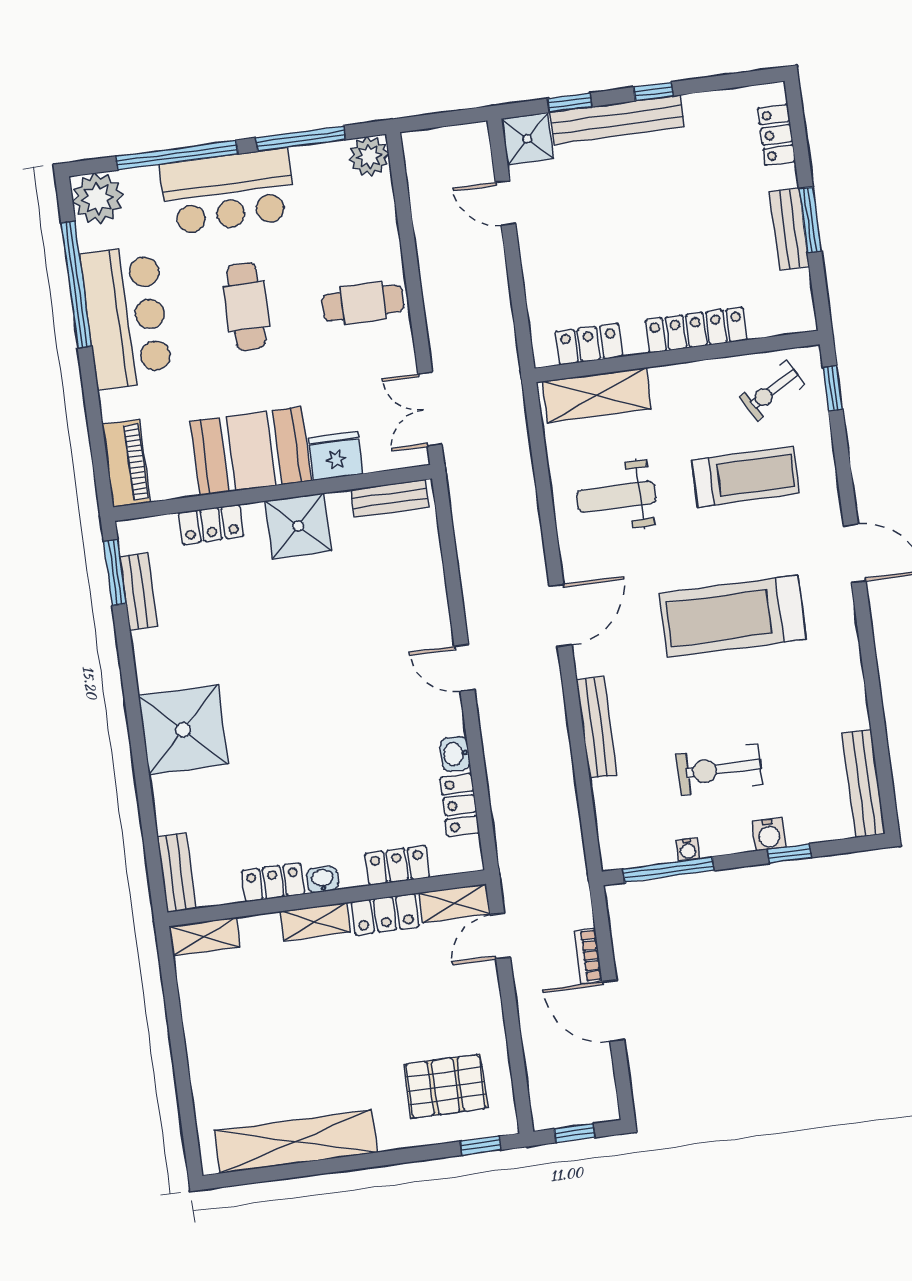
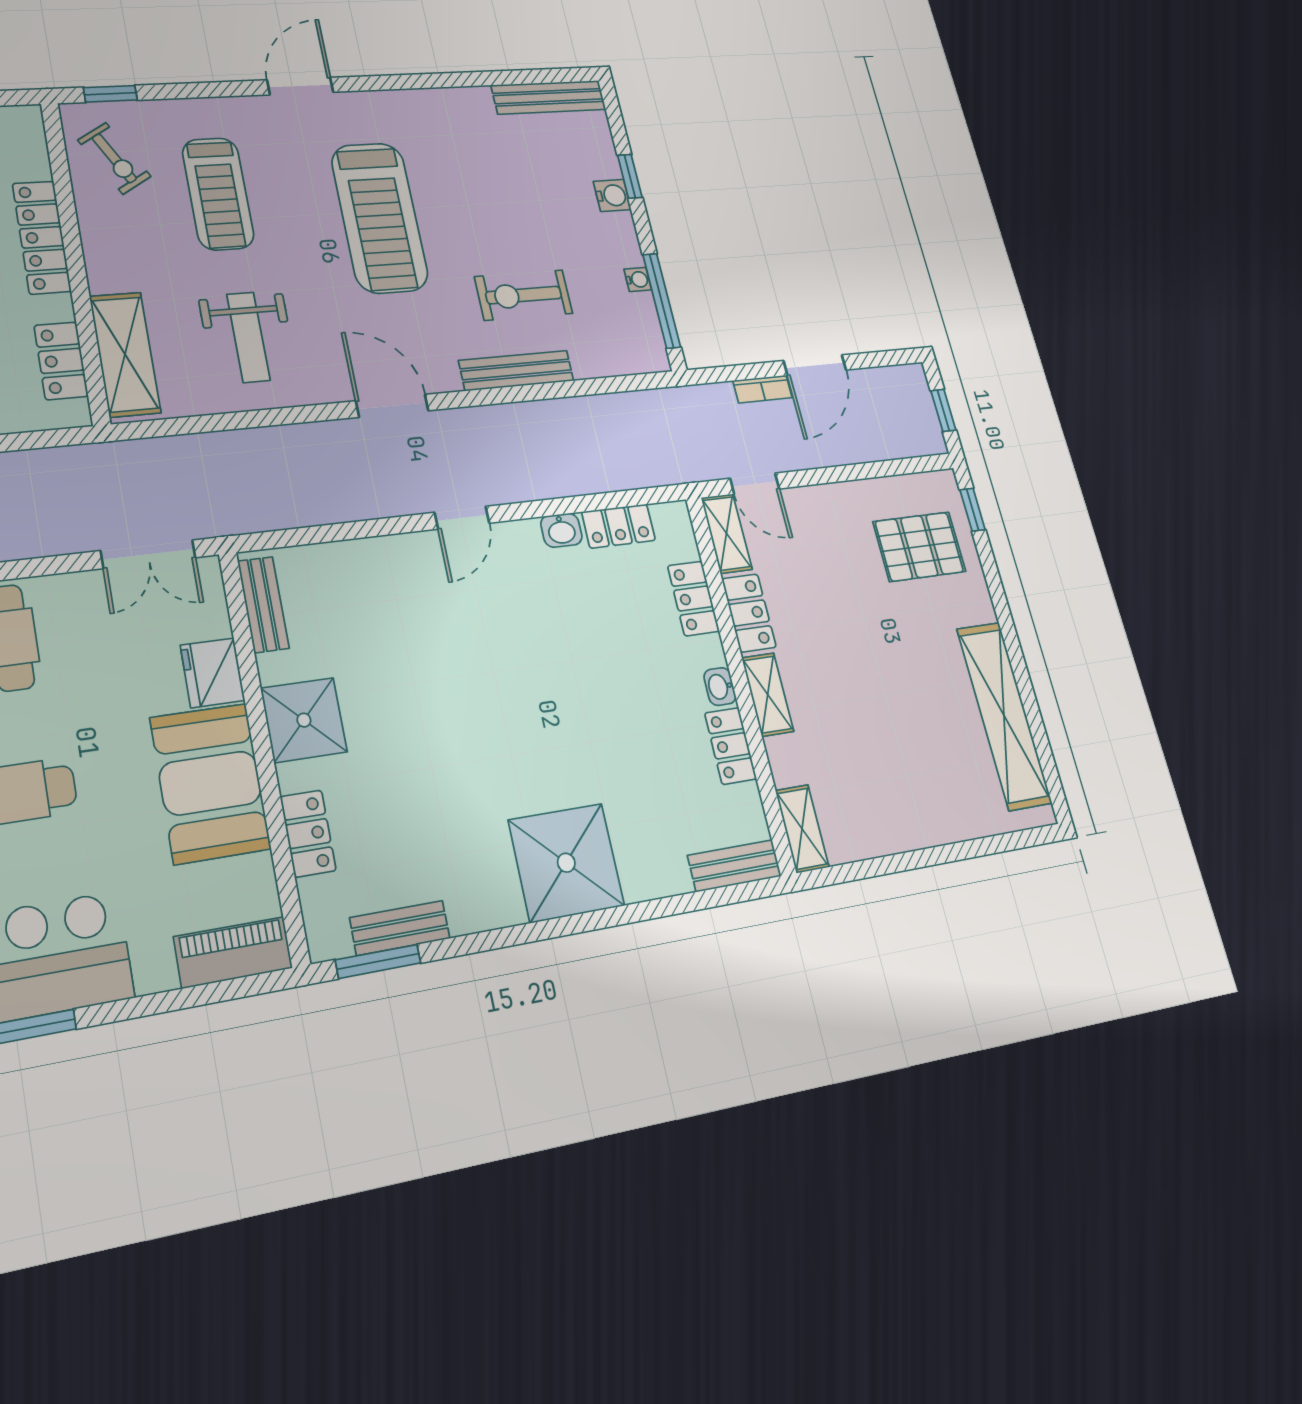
treadmill: (746, 477) -> (218, 194), turned 180
exercise bike: (719, 769) -> (524, 295), moved, turned 90
pallet: (446, 1086) -> (919, 547), turned 90

